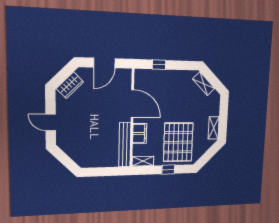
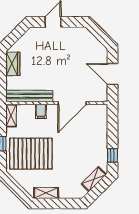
window: (159, 65) -> (112, 155), moved
wardrobe: (70, 85) -> (13, 64), moved, turned -135
filing cabinet: (140, 133) -> (41, 111), width x0.50

